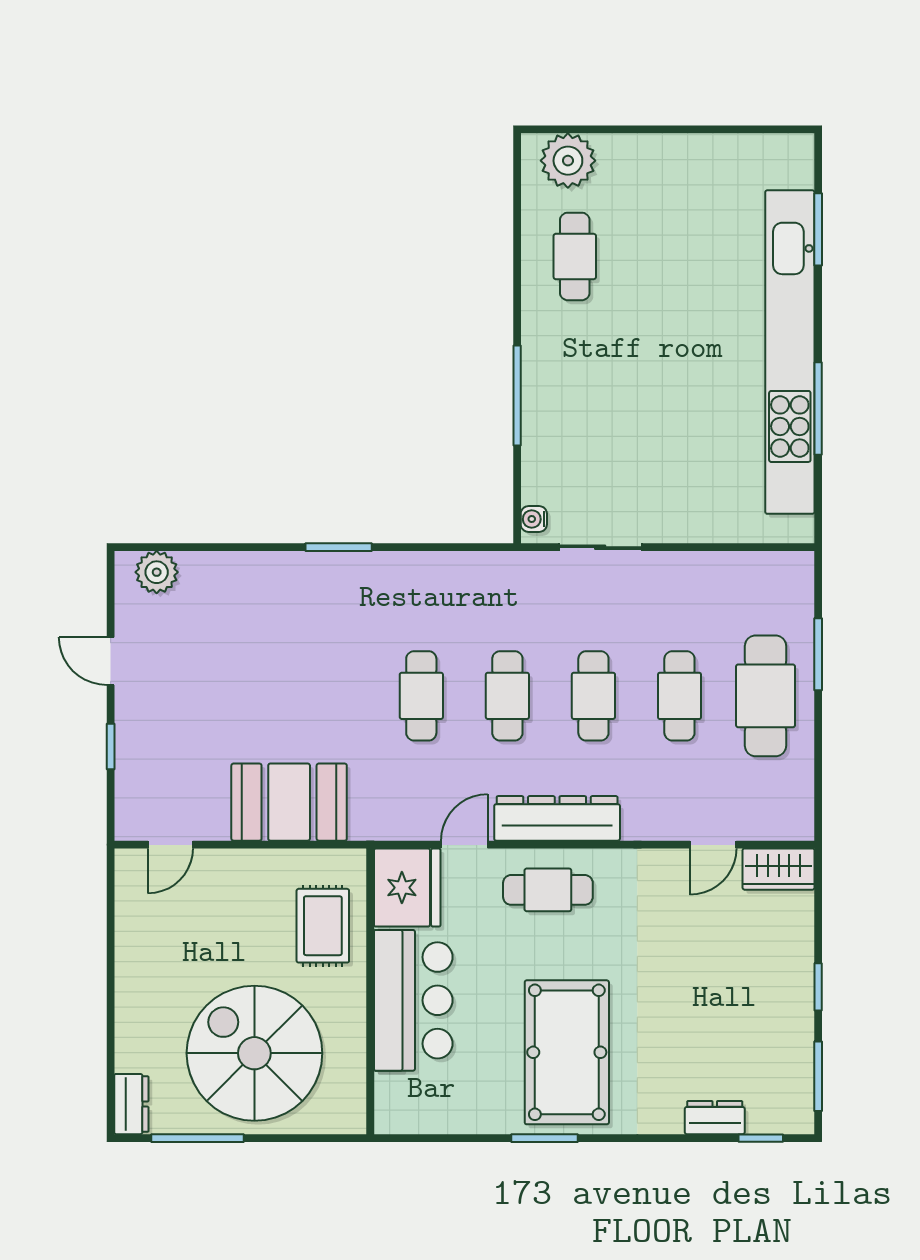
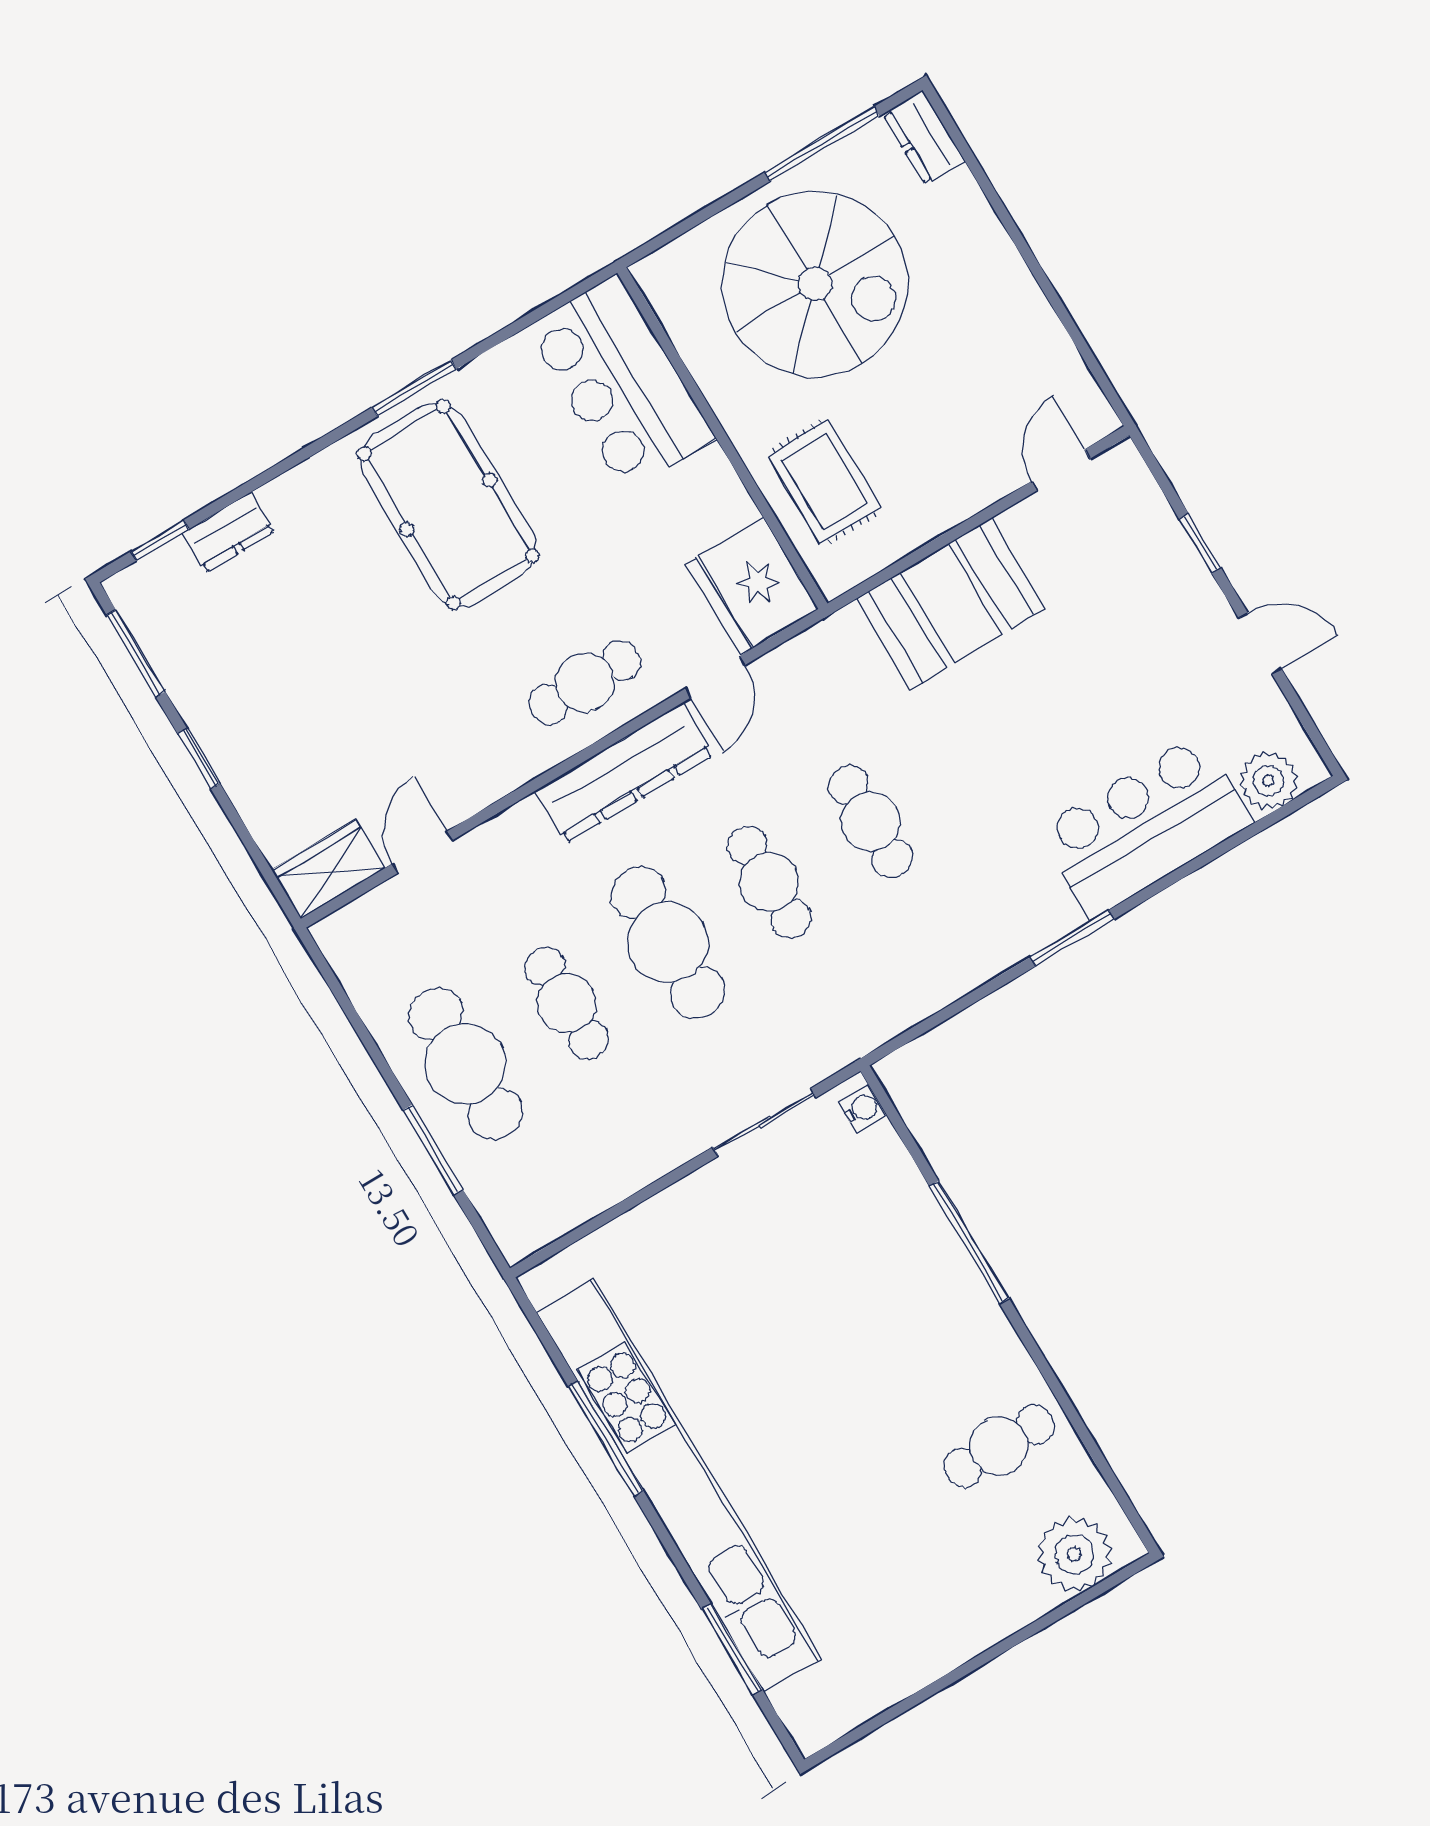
cafe table: (575, 256) -> (999, 1446), turned 90
bar counter: (251, 590) -> (1145, 826), added
cafe table: (593, 696) -> (668, 943), width x1.37, depth x1.35
bar counter: (413, 1000) -> (621, 383), moved

